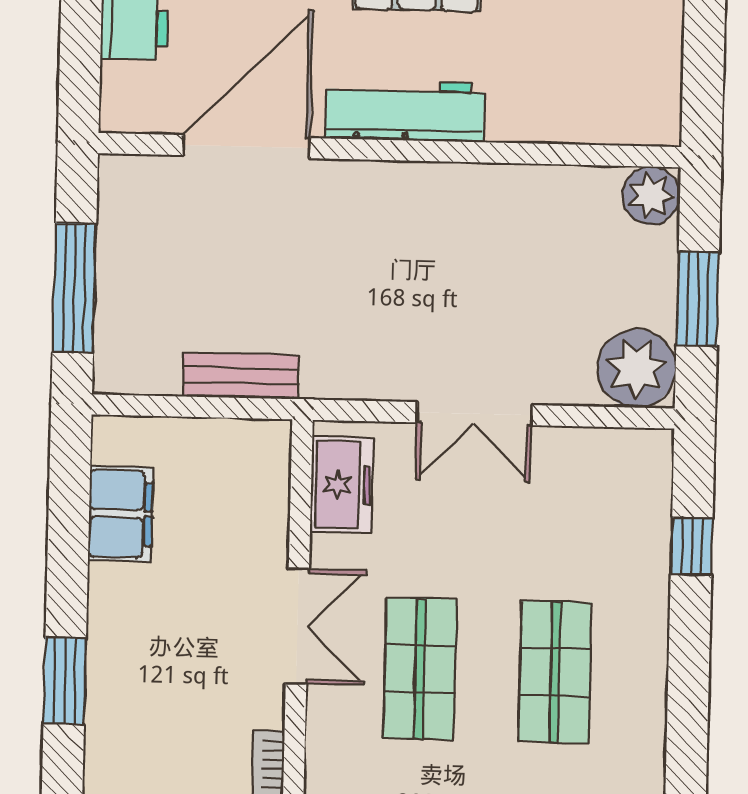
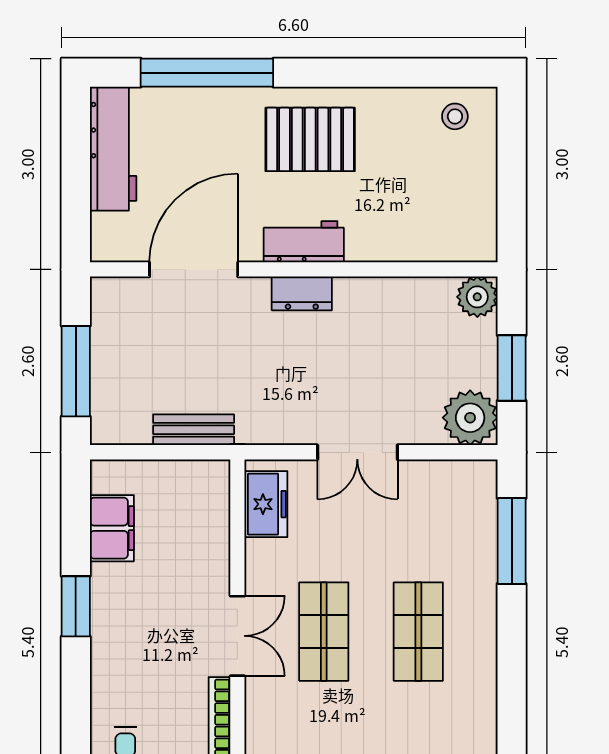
workbench: (405, 111) -> (304, 242), width x0.73
dresser: (400, 185) -> (302, 293), added
window: (692, 546) -> (512, 541), width x2.17
double door: (297, 626) -> (237, 636), moved
window: (65, 681) -> (76, 606), moved

